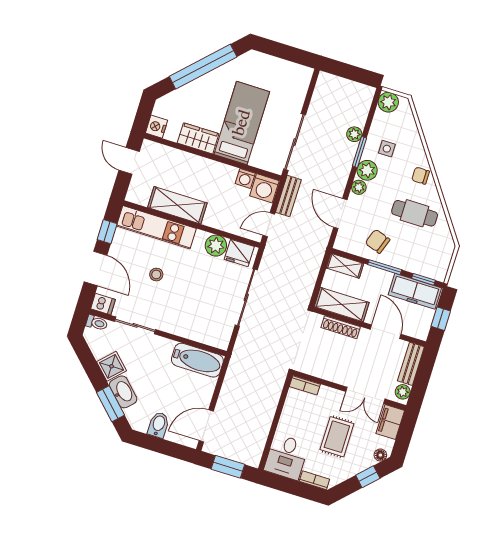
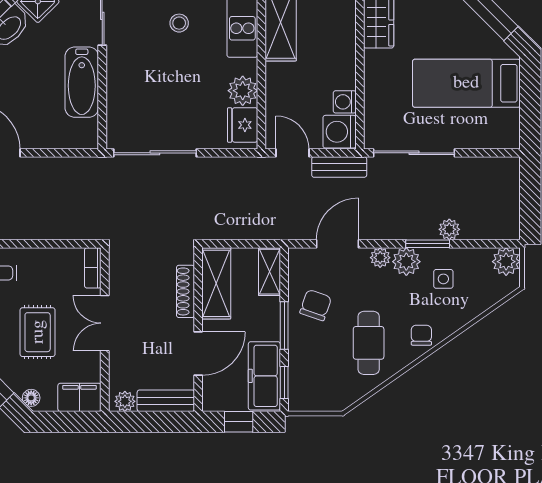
bed: (242, 123) -> (466, 83), moved, turned 180
sliding door: (246, 297) -> (155, 153), moved
bathtub: (197, 360) -> (82, 82), moved
double door: (365, 395) -> (105, 323), moved
rug: (337, 437) -> (38, 332), turned 90

